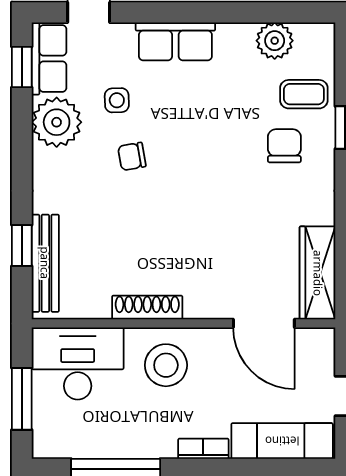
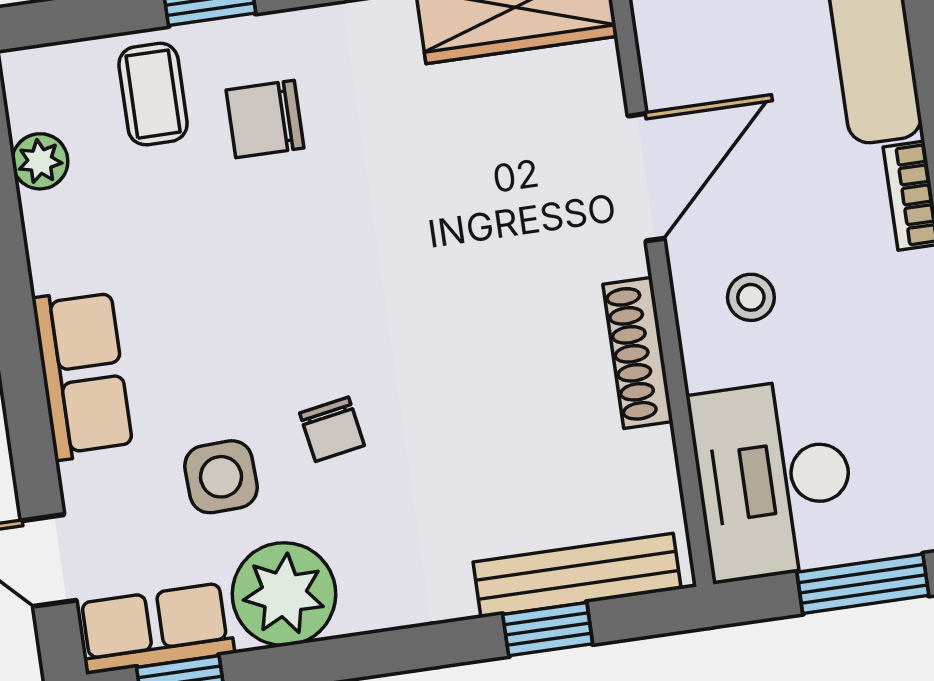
plant: (275, 41) -> (40, 161), width x0.73, depth x0.73
side table: (117, 100) -> (221, 477), width x1.37, depth x1.37
door: (264, 323) -> (646, 177), moved
stool: (166, 365) -> (751, 297), width x0.53, depth x0.53

